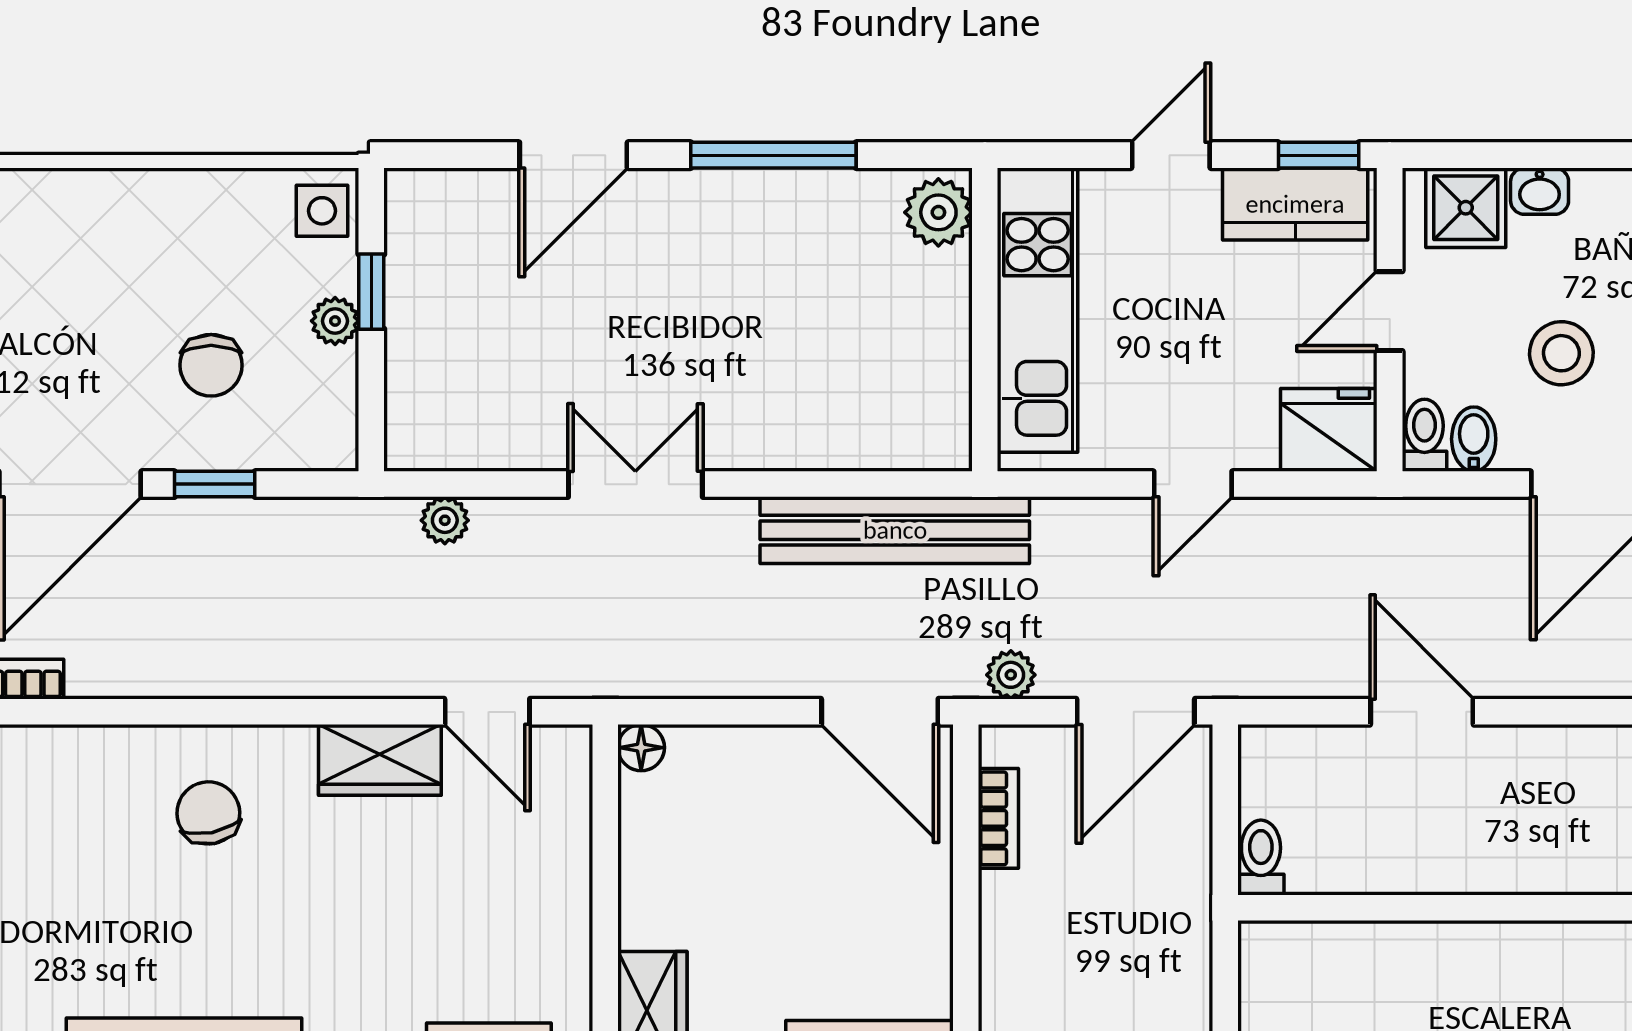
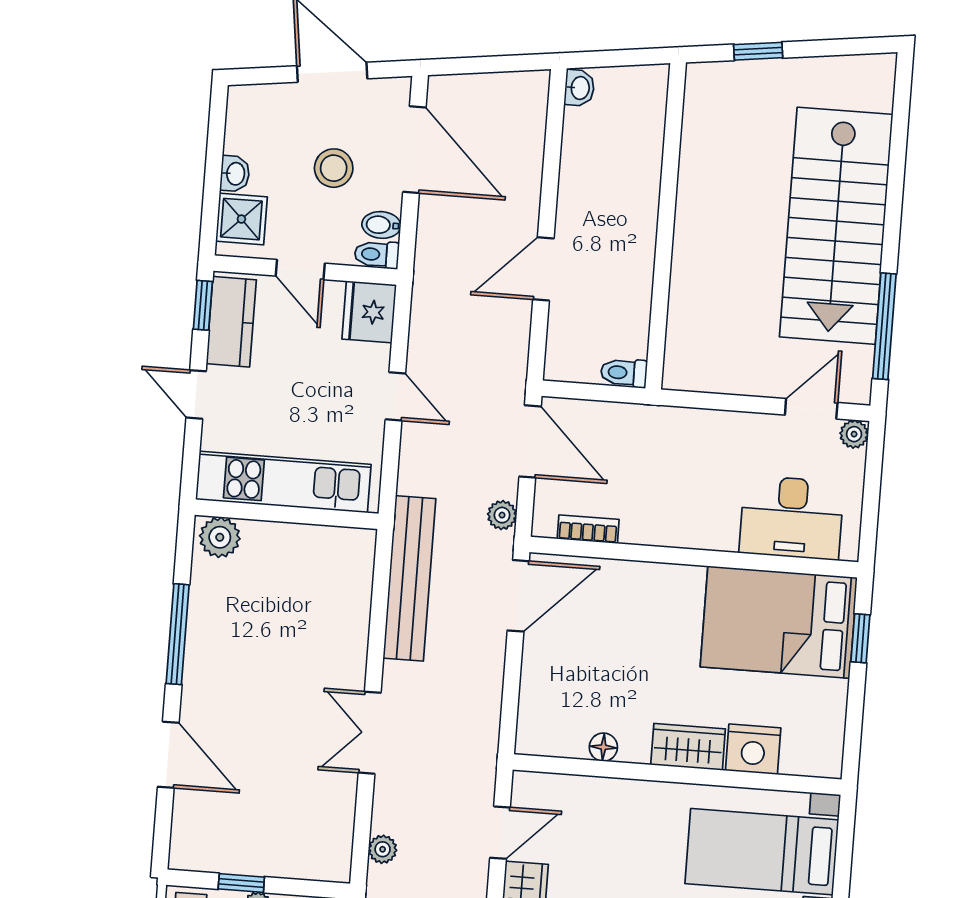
floor lamp: (641, 748) -> (603, 747), moved

